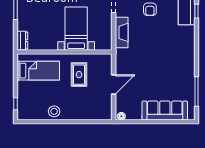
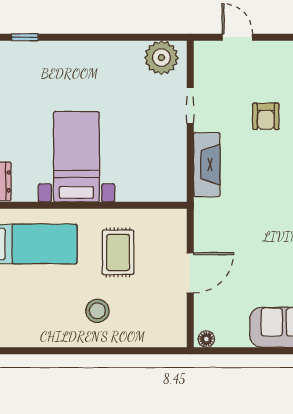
bed with nightstands: (76, 29) -> (76, 157), moved
stool: (54, 111) -> (97, 311), moved

